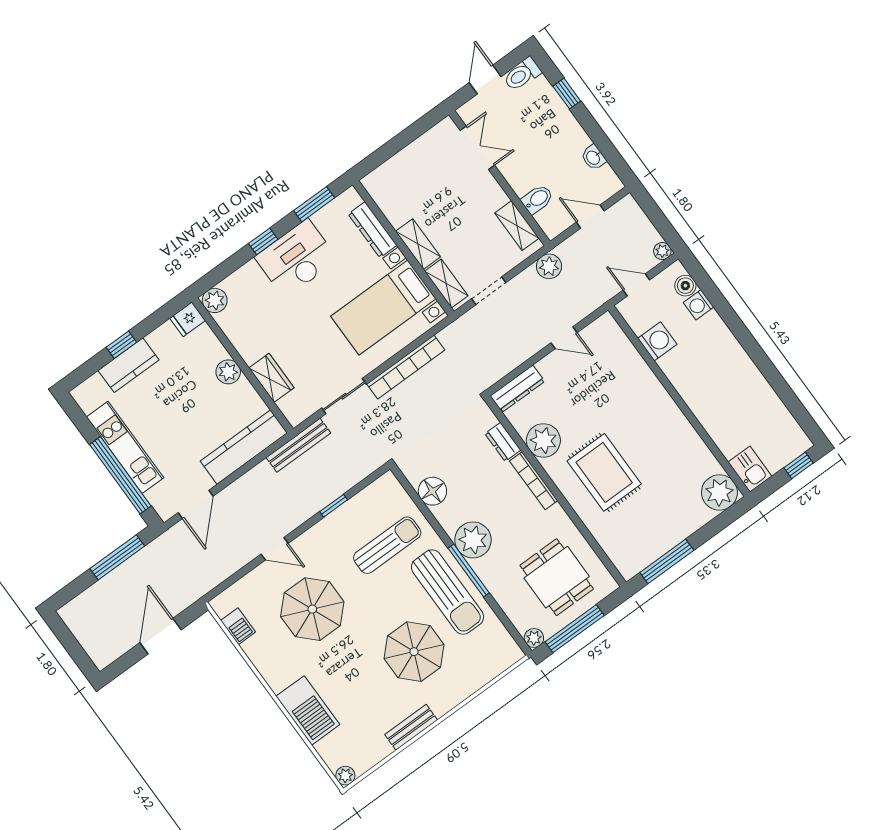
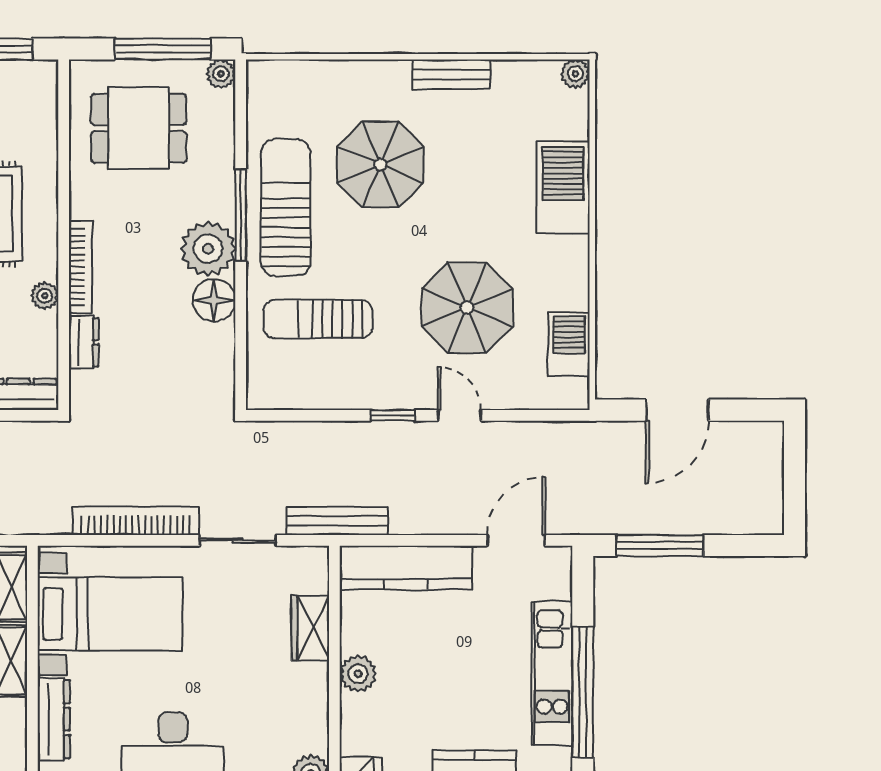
plant: (543, 441) -> (45, 296), width x0.53, depth x0.53
window: (120, 475) -> (583, 692), moved
floor lamp: (432, 491) -> (214, 300), moved
window: (334, 506) -> (393, 415), moved
dining table: (557, 577) -> (139, 128), turned 90
barbecue: (238, 626) -> (569, 344), width x1.38, depth x1.27

